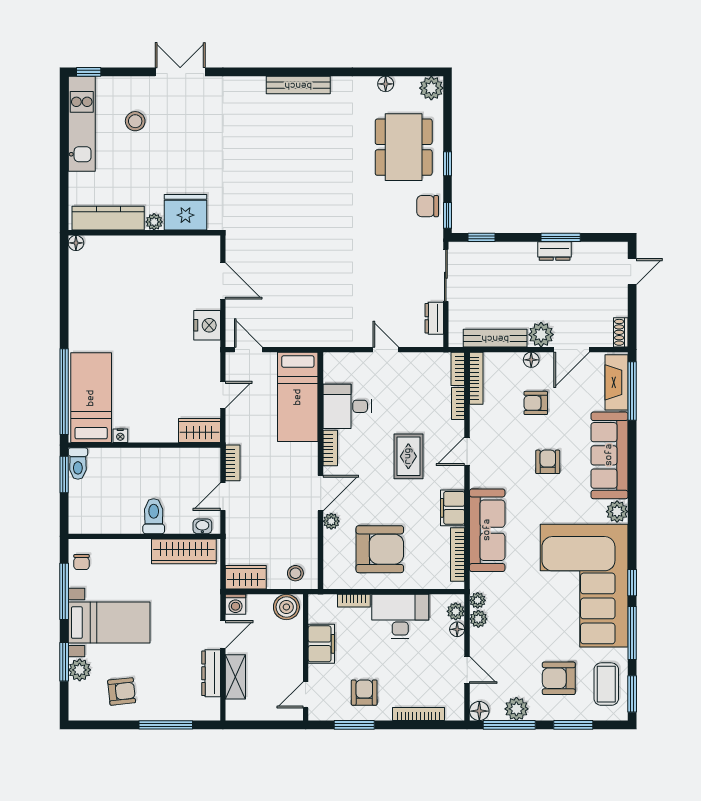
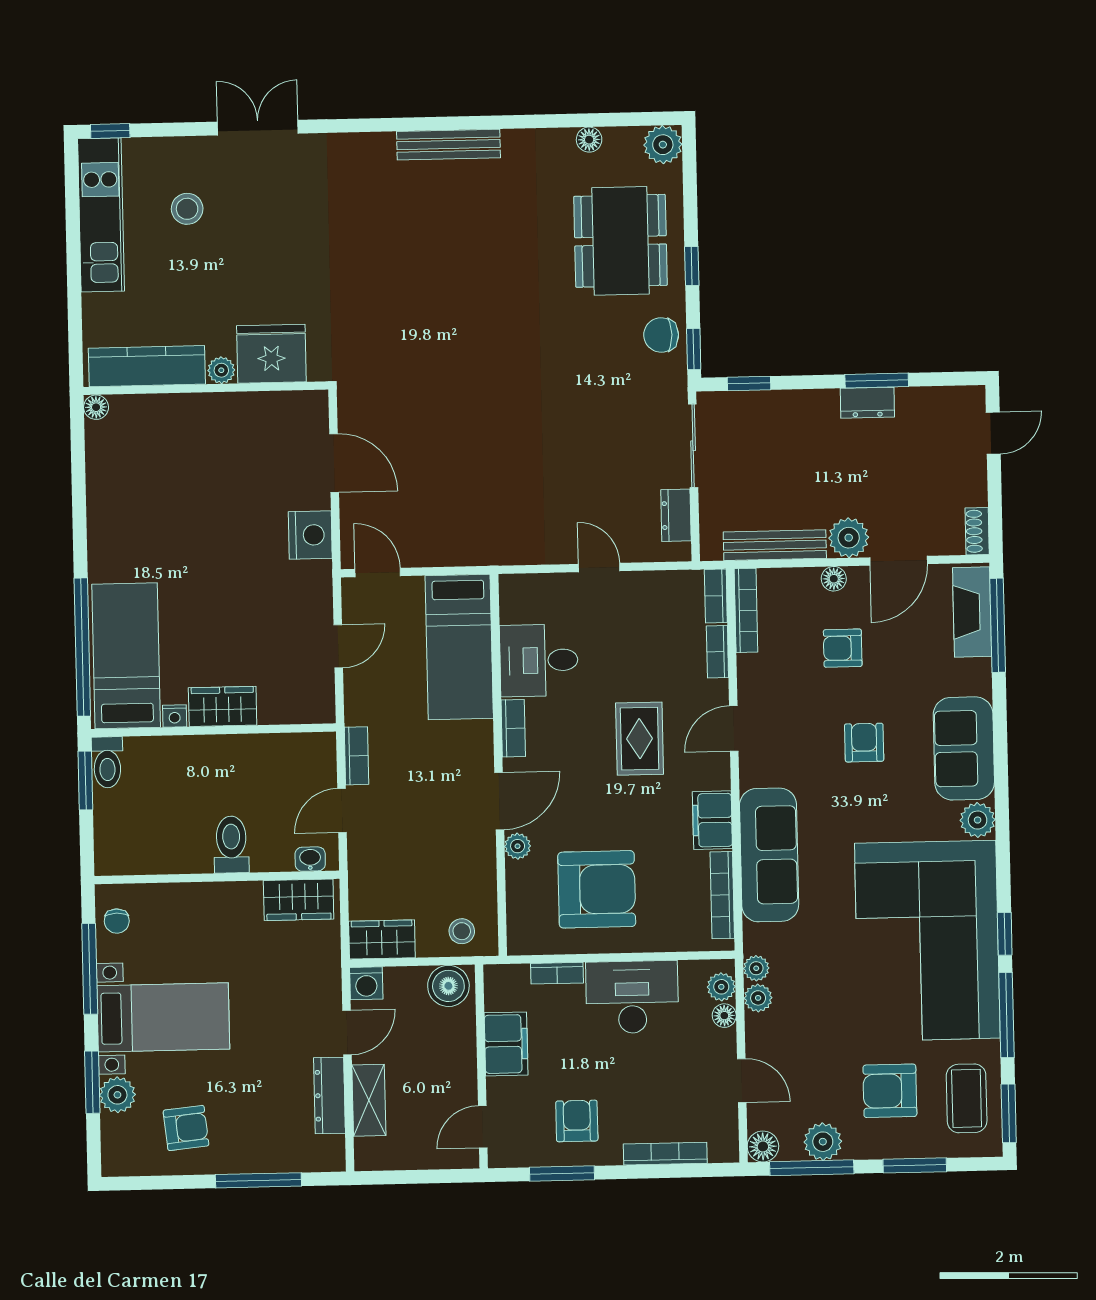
wardrobe: (199, 430) -> (223, 706), moved
sofa: (609, 455) -> (964, 748), width x0.73
wardrobe: (184, 551) -> (299, 900), width x0.67

